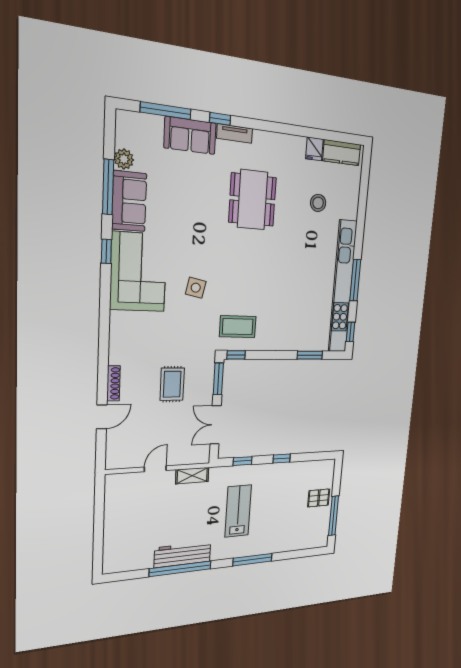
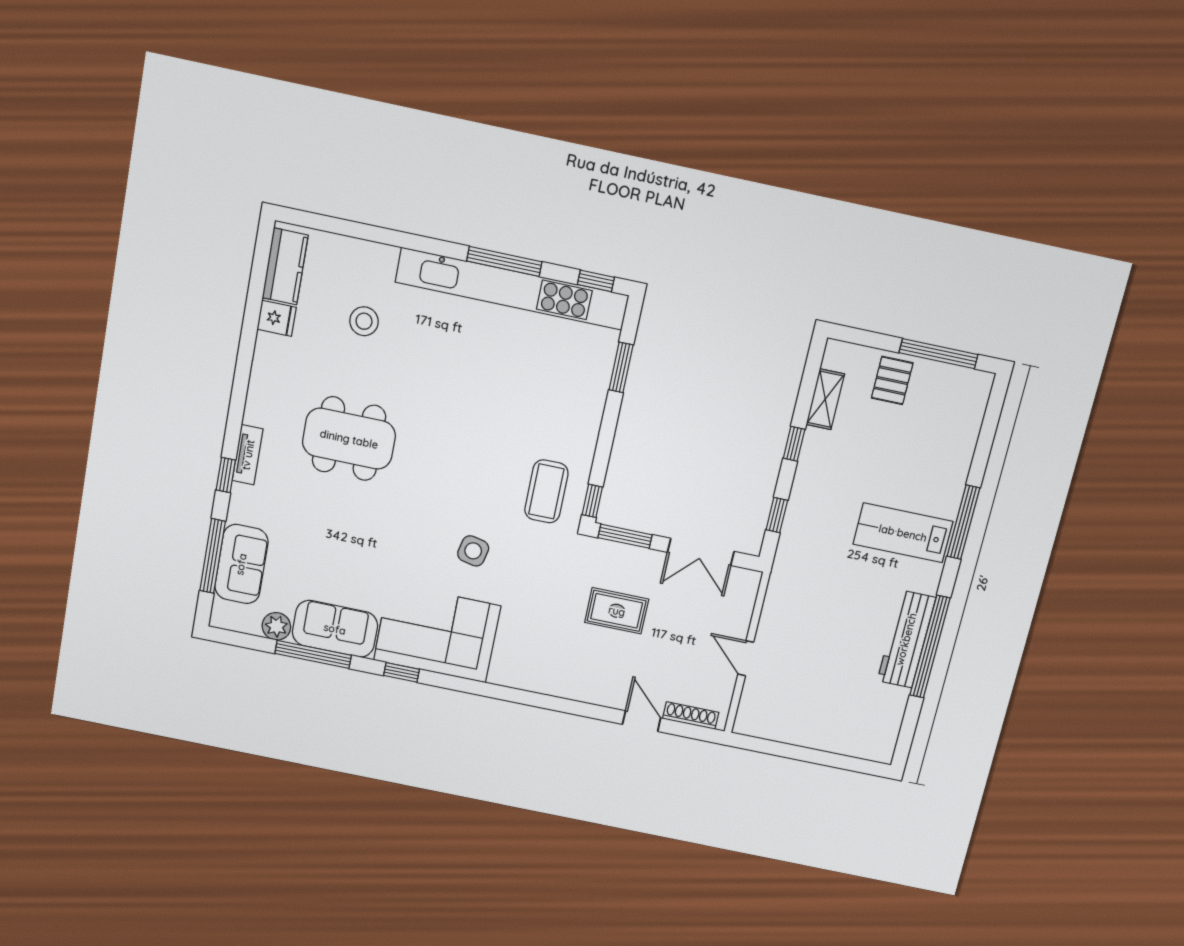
sofa: (190, 135) -> (241, 564), moved
shoe rack: (113, 383) -> (691, 716), moved
shelving: (192, 476) -> (825, 399), moved
lab bench: (238, 511) -> (903, 533), moved

